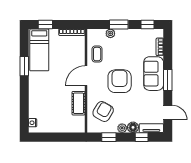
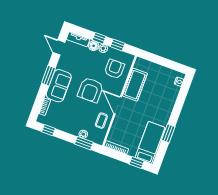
window: (119, 24) -> (84, 143), moved
door: (86, 76) -> (118, 105), swing flipped
cot: (78, 103) -> (135, 85), width x1.37, depth x1.34
armchair: (103, 112) -> (114, 69), turned 150
window: (142, 137) -> (99, 38), moved

